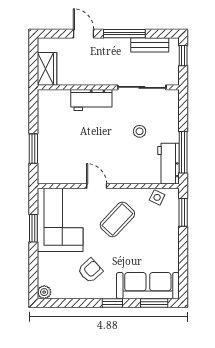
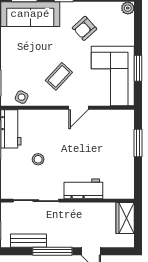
door: (97, 186) -> (78, 108), hinge flipped
coffee table: (117, 219) -> (59, 76), width x0.73, depth x0.77

